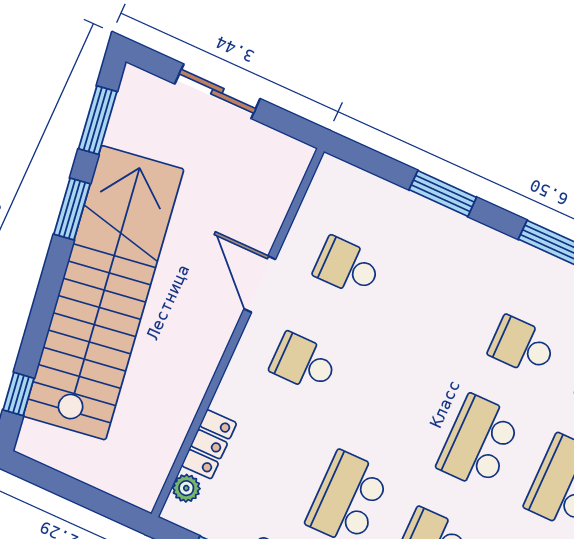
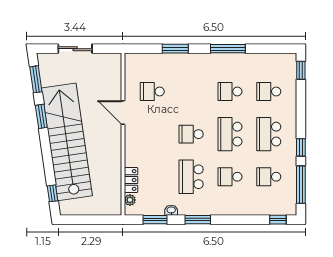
school desk: (304, 363) -> (191, 134), moved

